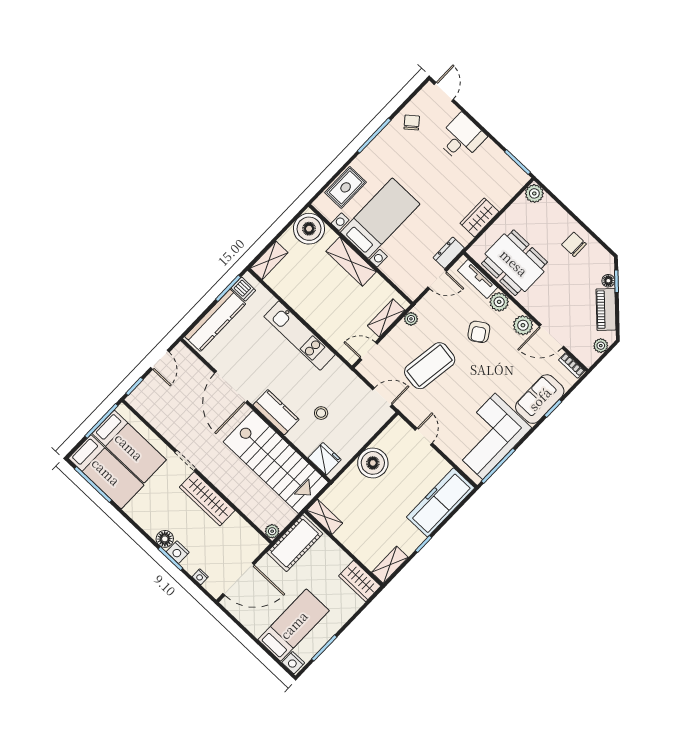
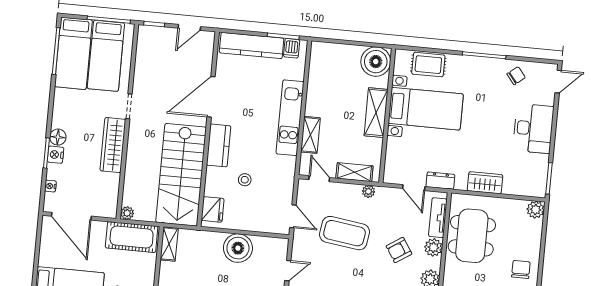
desk: (461, 138) -> (533, 128), width x1.37
shelving: (269, 260) -> (310, 135), moved, turned 90

